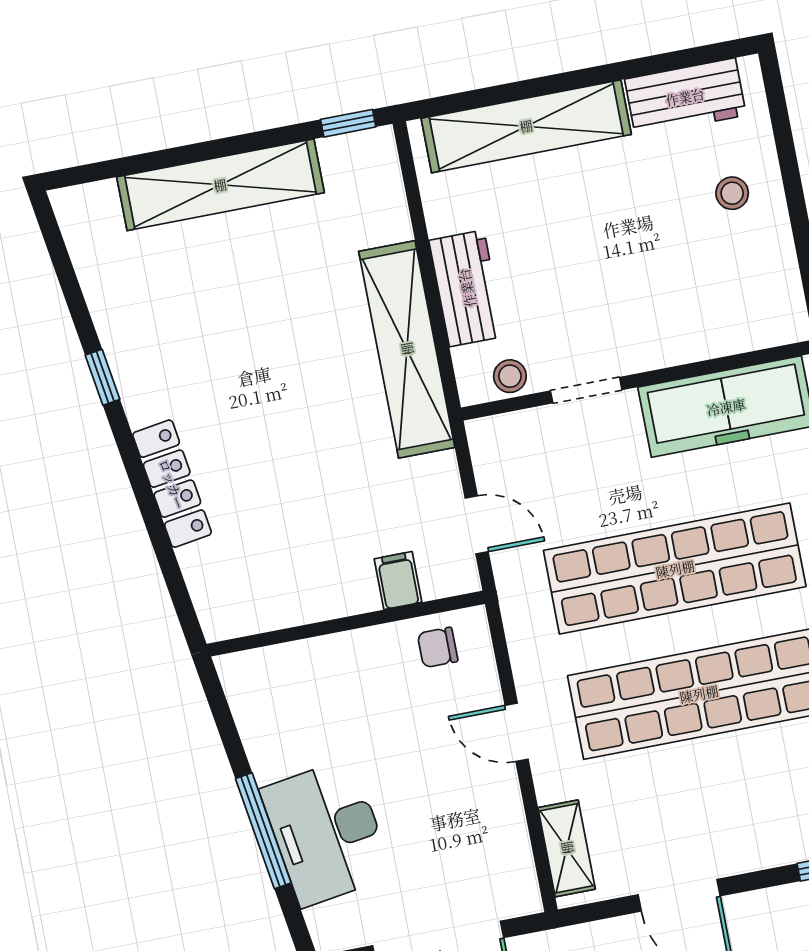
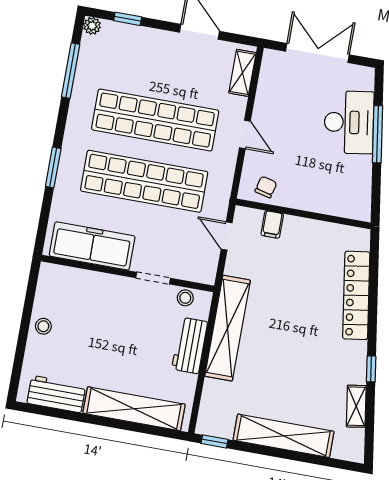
stool: (732, 193) -> (43, 326), moved
shelving: (103, 295) -> (356, 406), added
locker: (172, 484) -> (356, 295), width x1.41, depth x1.21
chair: (438, 647) -> (266, 187), turned -76

